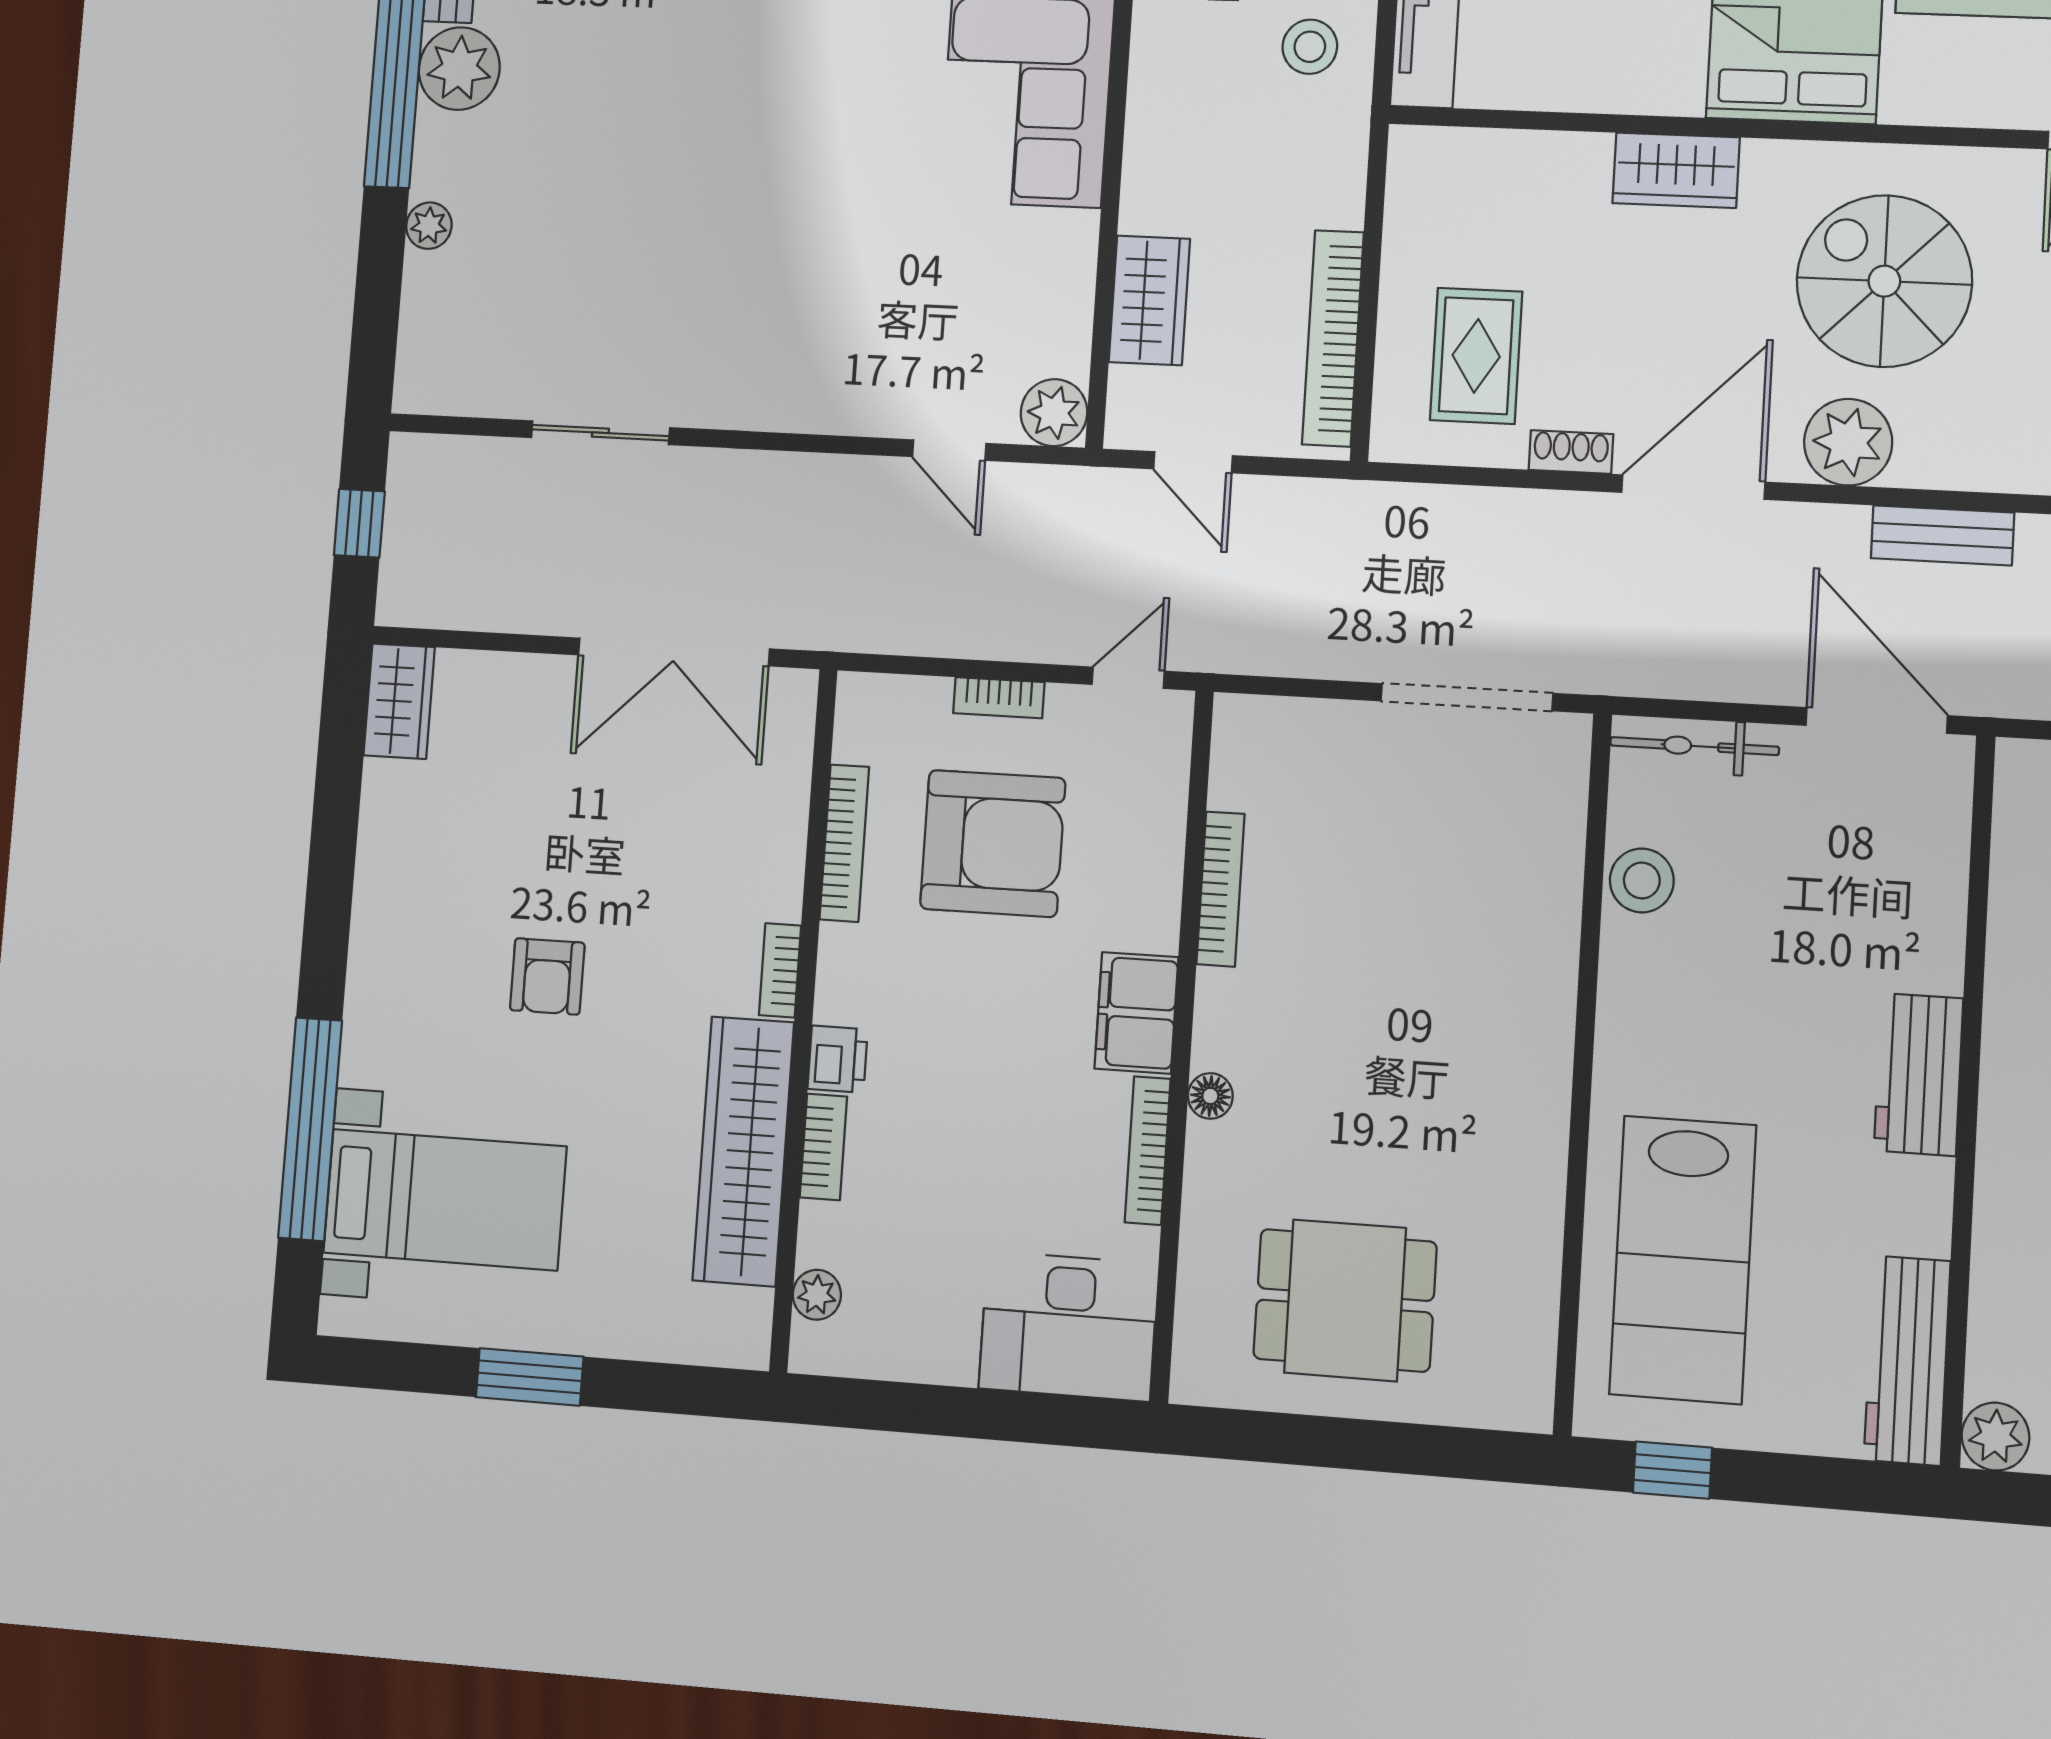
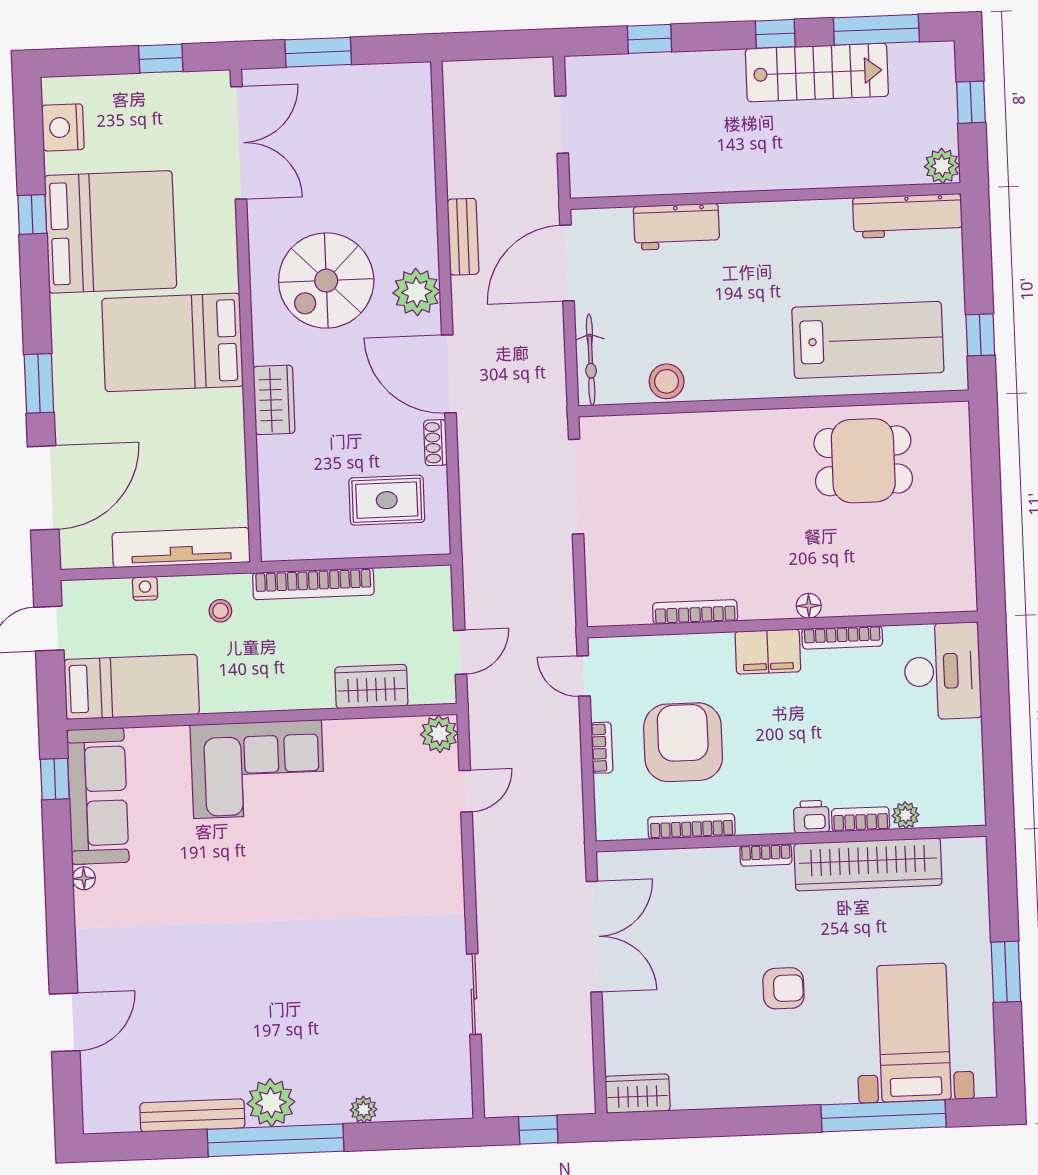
stool: (1310, 47) -> (220, 611), width x0.73, depth x0.73
bookcase: (1333, 338) -> (313, 584), moved
workbench: (1919, 1074) -> (676, 227), moved
plant: (817, 1295) -> (906, 815), moved
dining table: (1345, 1300) -> (863, 461), moved, turned 90

